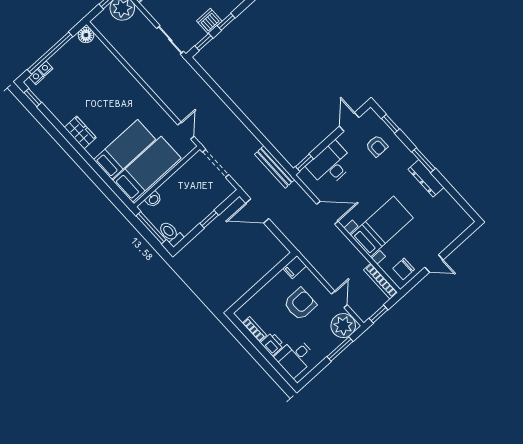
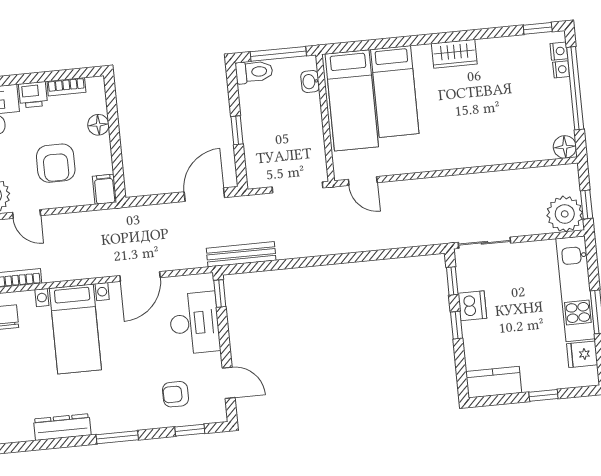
dresser: (426, 178) -> (62, 427), moved
floor lamp: (262, 296) -> (98, 125), added

